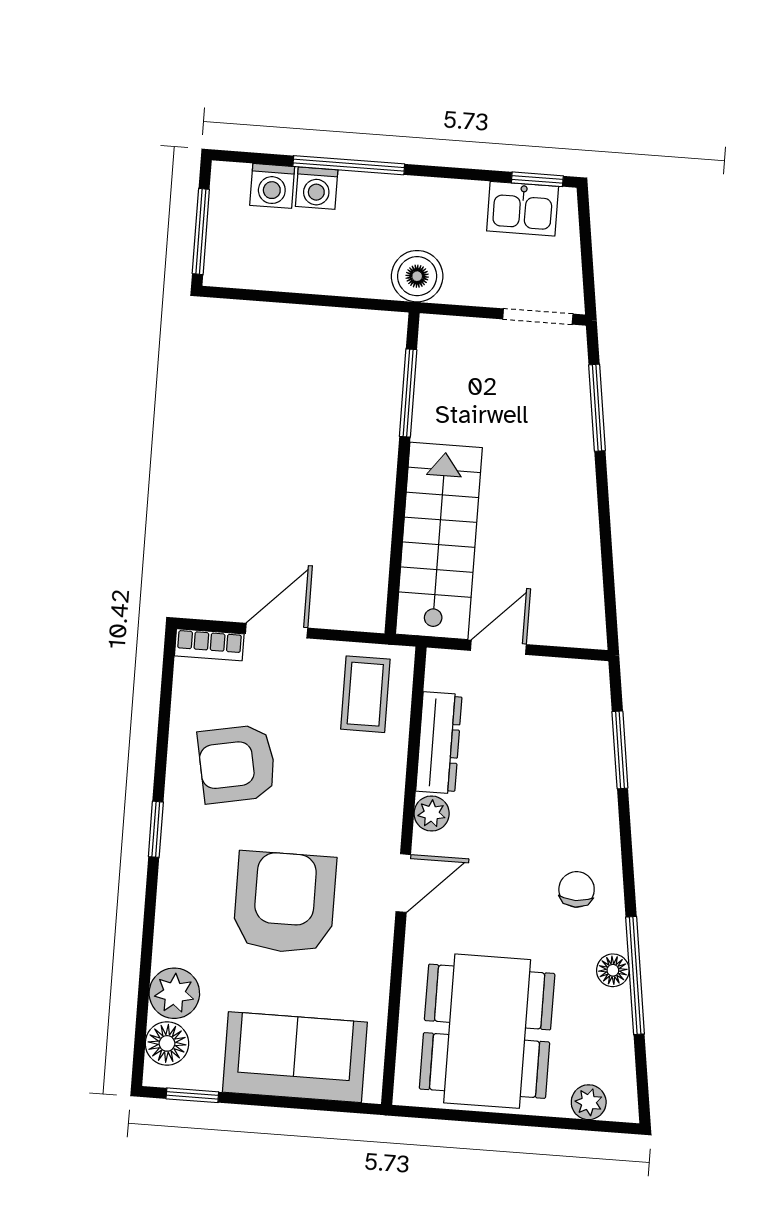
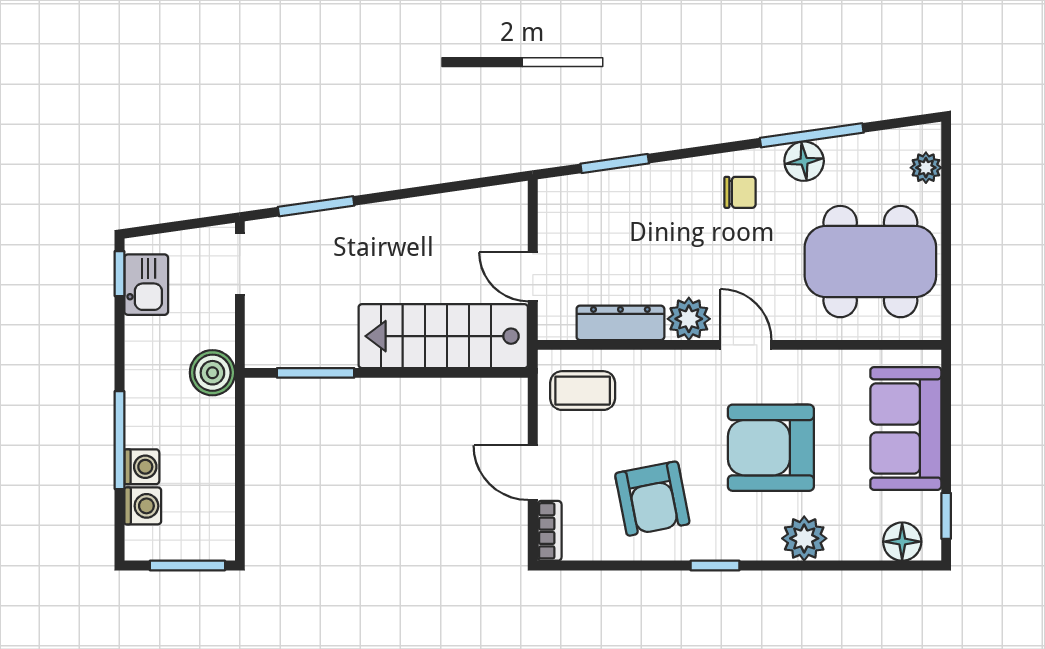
plant: (432, 813) -> (689, 319), width x1.38, depth x1.38
chair: (577, 889) -> (740, 192), turned 180
floor lamp: (613, 970) -> (804, 161), width x1.37, depth x1.37
plant: (174, 993) -> (804, 538), moved

